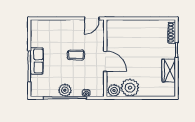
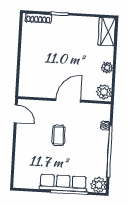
row of seats: (37, 61) -> (63, 183), width x1.48
wardrobe: (169, 71) -> (107, 32), moved, turned 90
plant: (130, 88) -> (107, 68), width x0.53, depth x0.53
plant: (65, 90) -> (99, 185), moved

